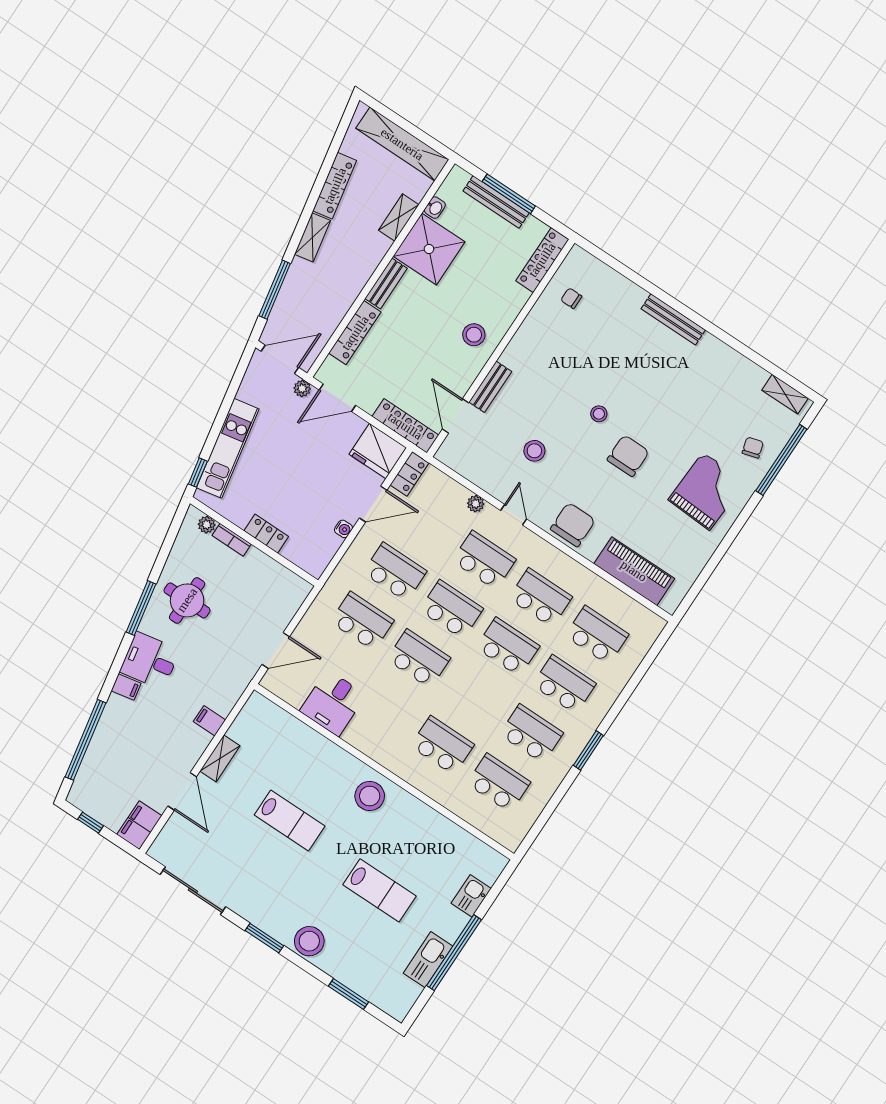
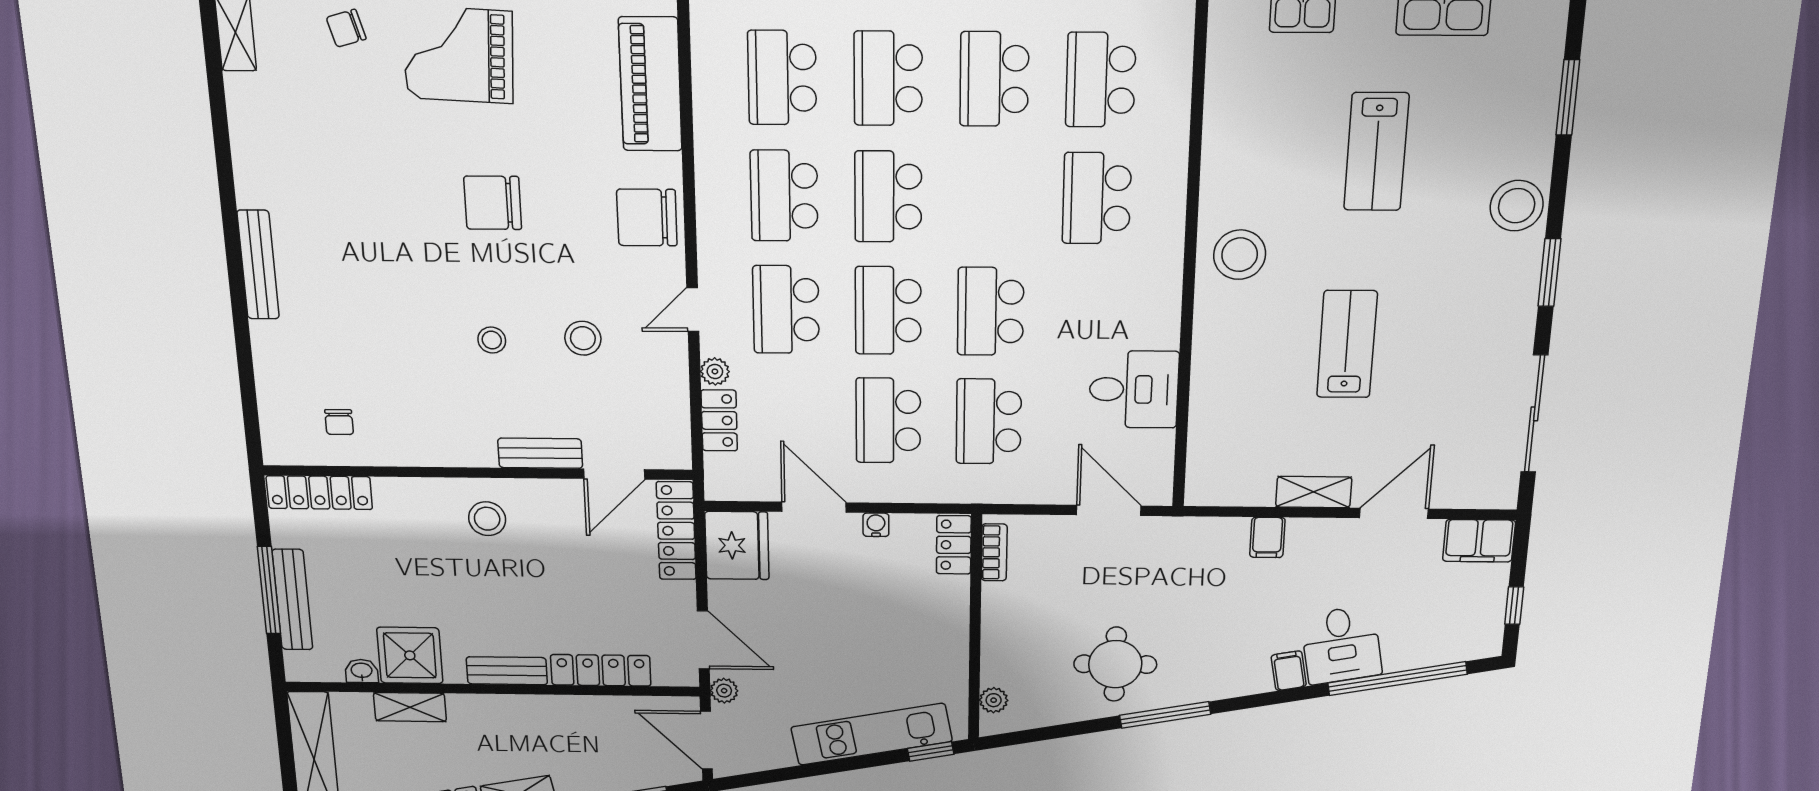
shower: (429, 249) -> (410, 655), width x0.73, depth x0.73
stool: (599, 414) -> (492, 340), moved
locker: (409, 474) -> (719, 420), moved, turned 90
locker: (266, 534) -> (954, 545), moved
bookcase: (232, 540) -> (994, 552), moved
desk: (150, 661) -> (1341, 645), moved
lab bench: (380, 890) -> (1376, 152), turned 180

